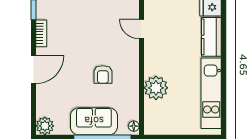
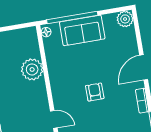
armchair: (103, 74) -> (95, 92), moved

